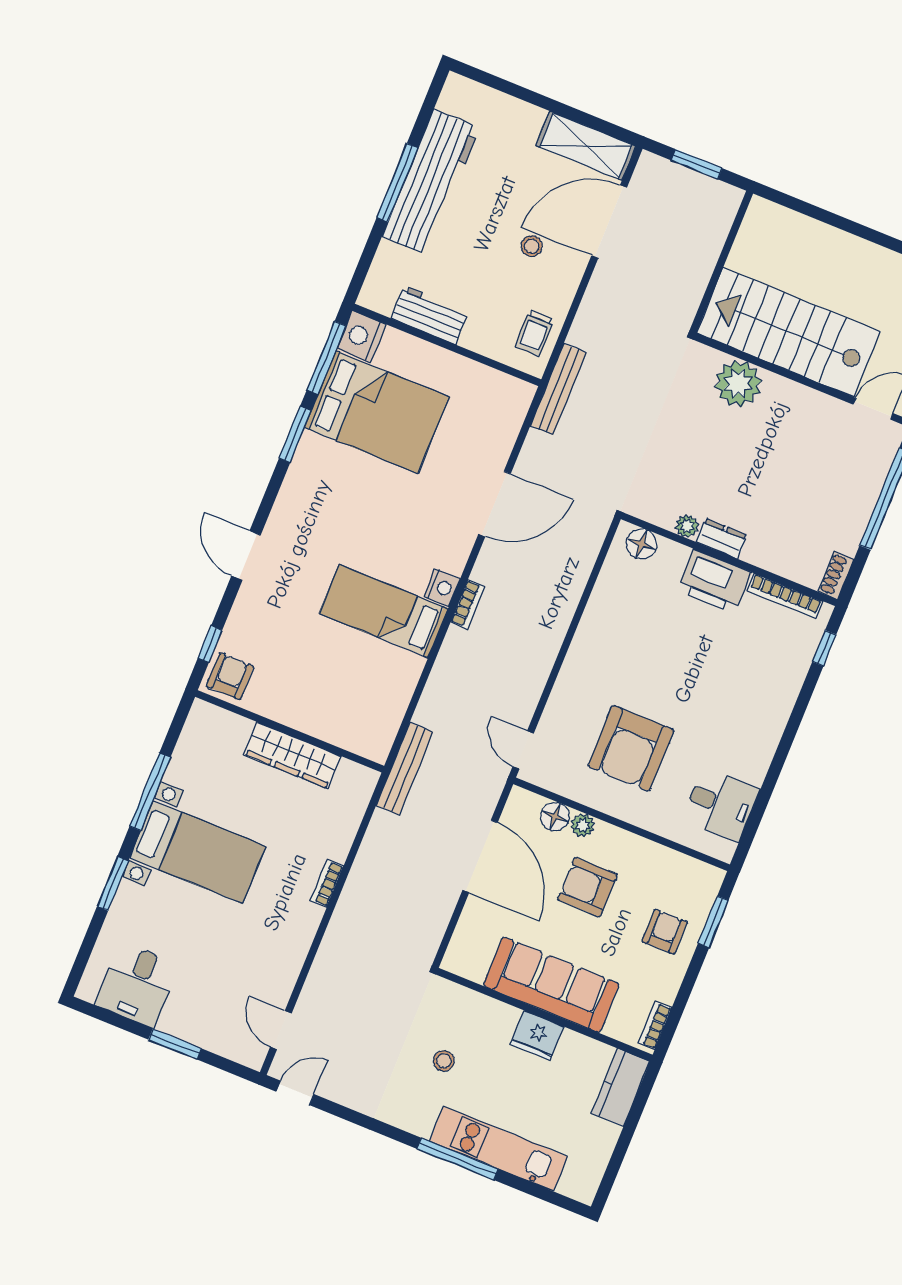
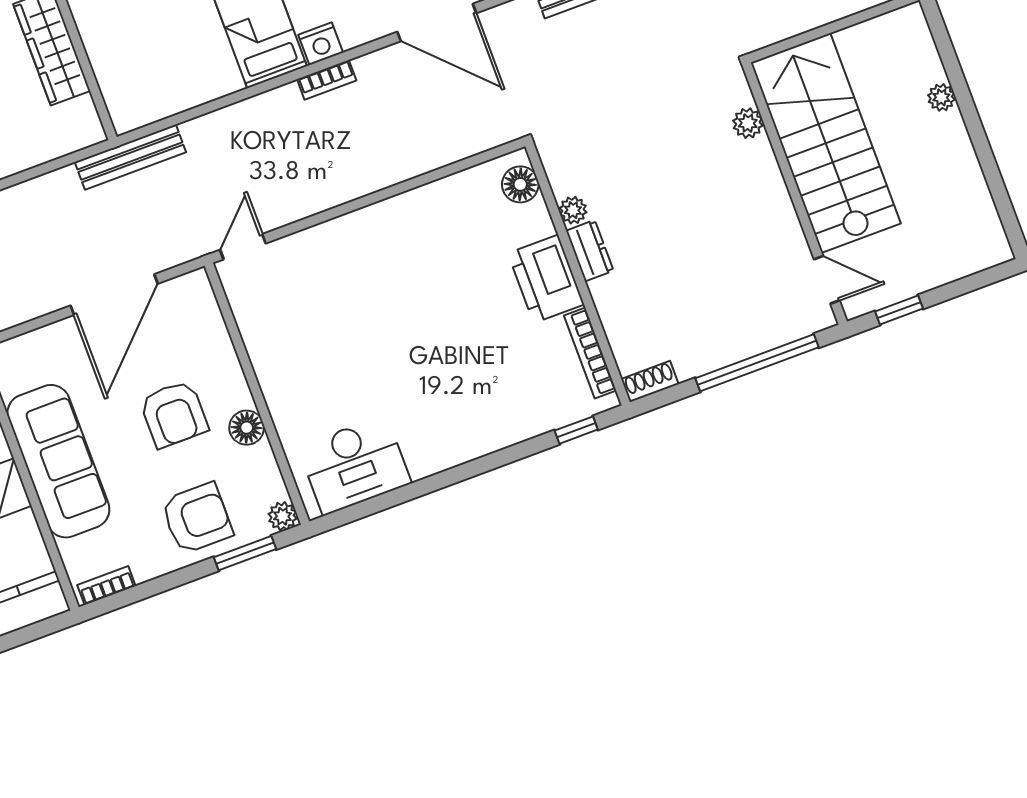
plant: (826, 235) -> (941, 97), added
plant: (738, 384) -> (748, 123), width x0.53, depth x0.53
armchair: (631, 748) -> (331, 340), removed
desk: (721, 804) -> (355, 465), width x1.37
floor lamp: (555, 817) -> (247, 428), moved
plant: (583, 825) -> (283, 516), moved
armchair: (587, 887) -> (174, 414), turned 180
armchair: (664, 932) -> (197, 518), width x1.38, depth x1.38

